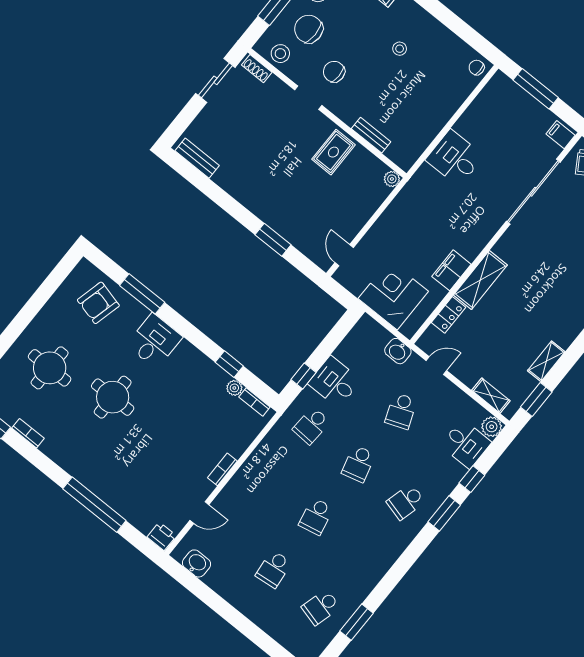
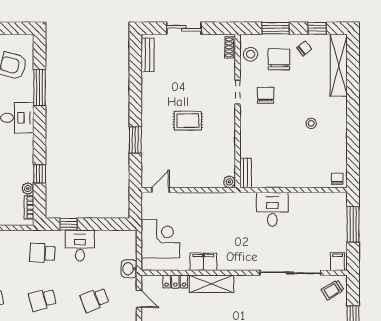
sliding door: (215, 80) -> (184, 28), moved
bench: (371, 135) -> (246, 173), moved
rug: (333, 152) -> (188, 121), moved

